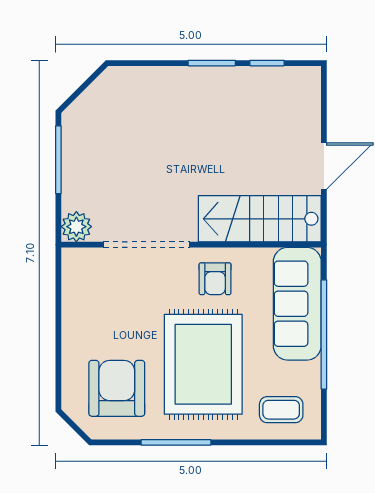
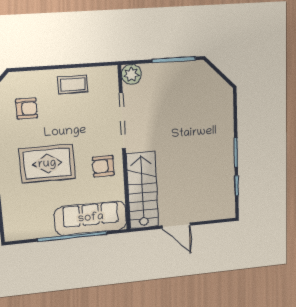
rug: (203, 364) -> (47, 164), width x0.73, depth x0.69
armchair: (117, 388) -> (27, 109), width x0.53, depth x0.53
coffee table: (281, 410) -> (73, 85), moved, turned 90

